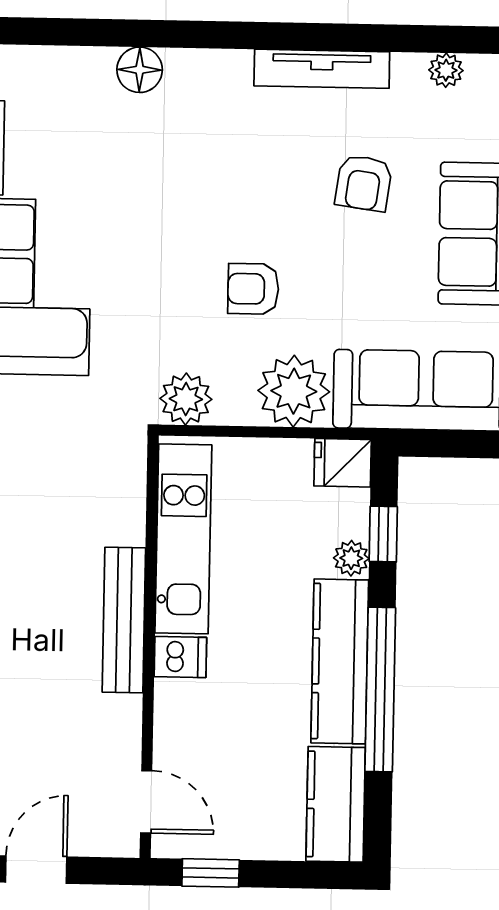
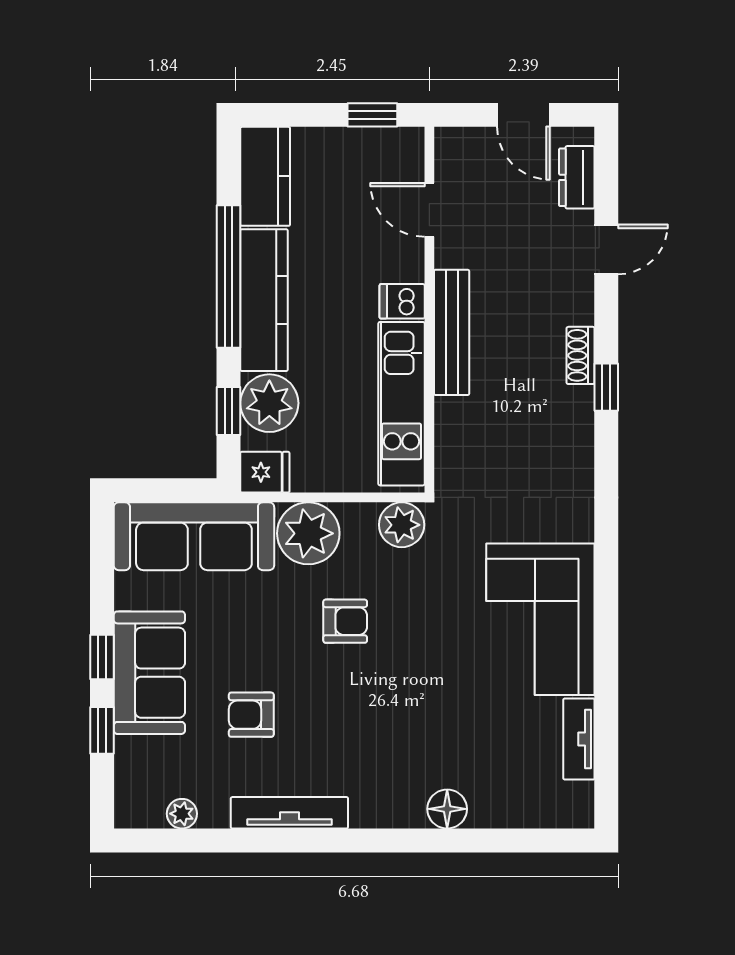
armchair: (364, 183) -> (251, 715), turned -98
plant: (351, 558) -> (269, 403), width x1.88, depth x1.88
door: (146, 802) -> (429, 210), moved
door: (36, 870) -> (523, 115), hinge flipped

